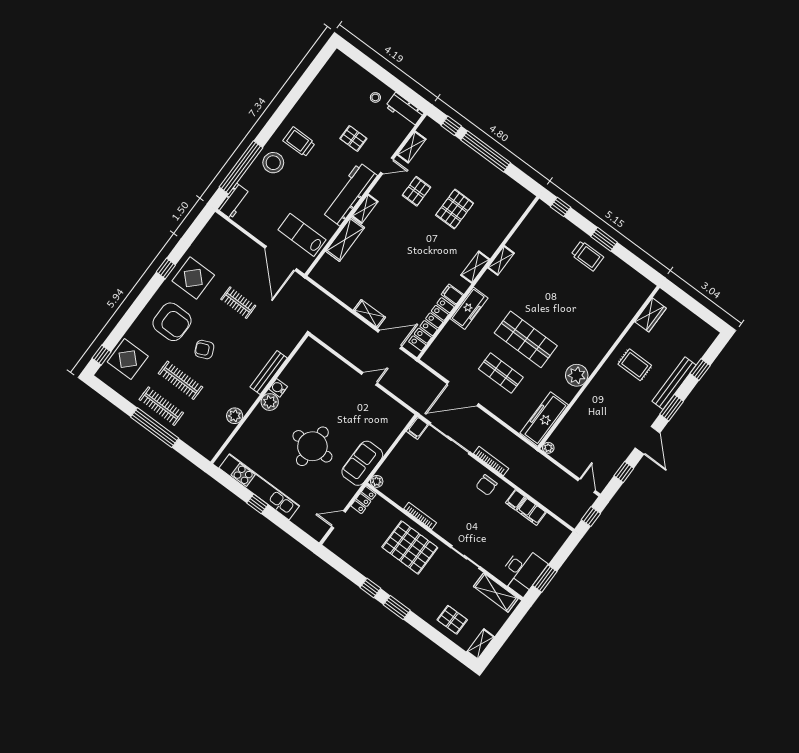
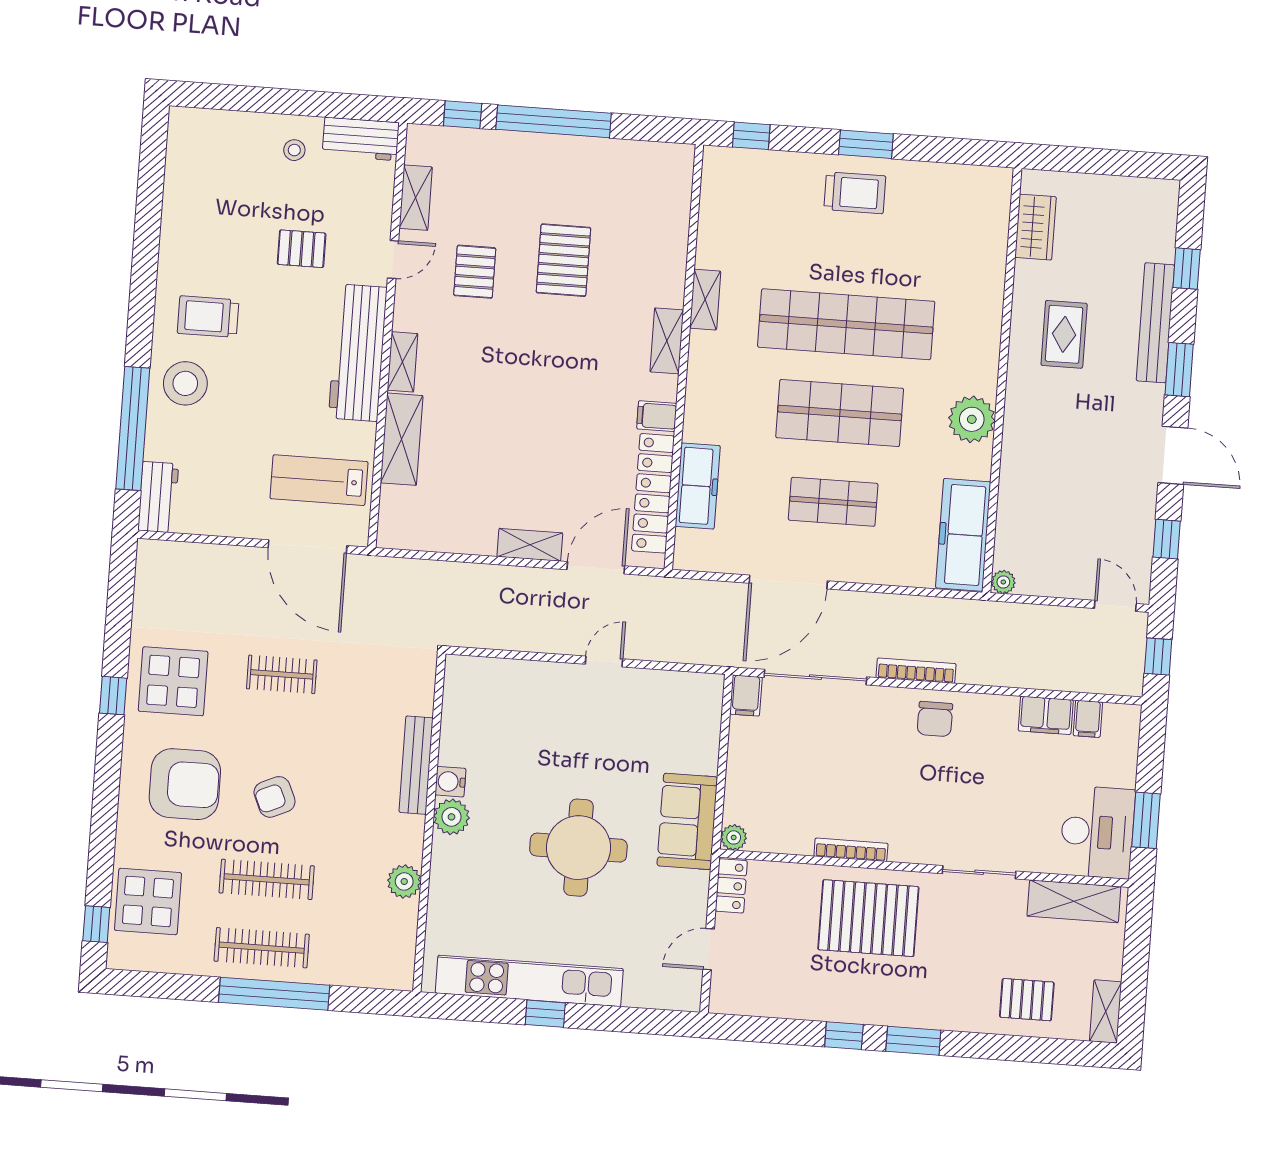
shop shelf: (551, 306) -> (846, 324), added
freezer: (469, 308) -> (698, 486), moved
rug: (635, 365) -> (1064, 334), turned 90
filing cabinet: (515, 500) -> (1088, 719), moved

